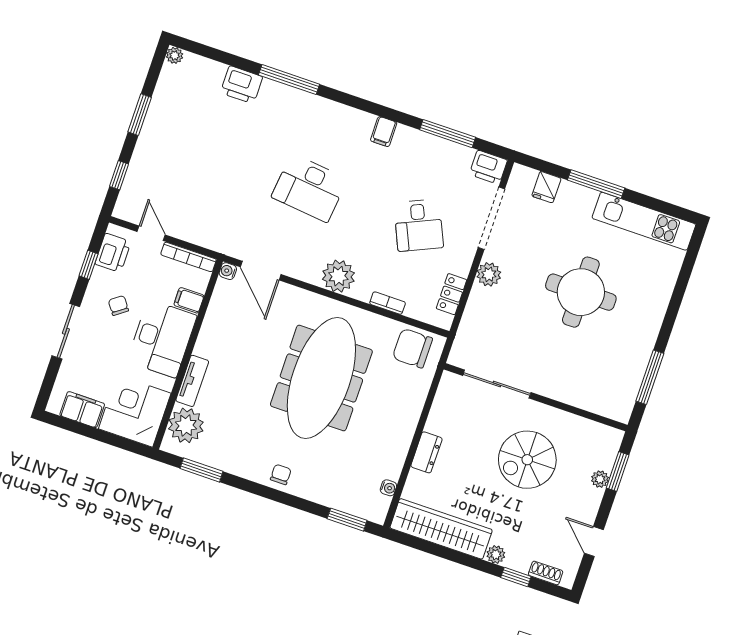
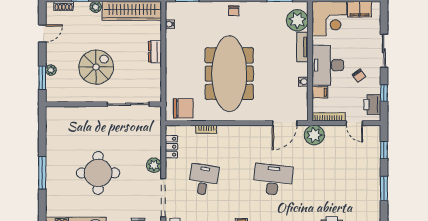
desk: (419, 225) -> (203, 180), turned 33
water cooler: (228, 271) -> (303, 82), moved
door: (261, 271) -> (285, 123), swing flipped
plant: (338, 276) -> (314, 135), moved
window: (650, 377) -> (42, 173), moved
door: (594, 541) -> (42, 33), hinge flipped

